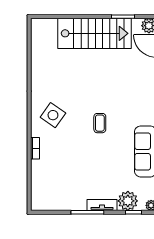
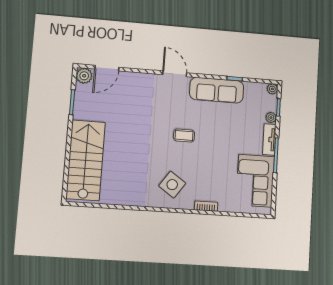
stairs: (94, 33) -> (86, 160), moved
corner sofa: (62, 194) -> (255, 181), added
plant: (128, 201) -> (271, 118), width x0.53, depth x0.53

